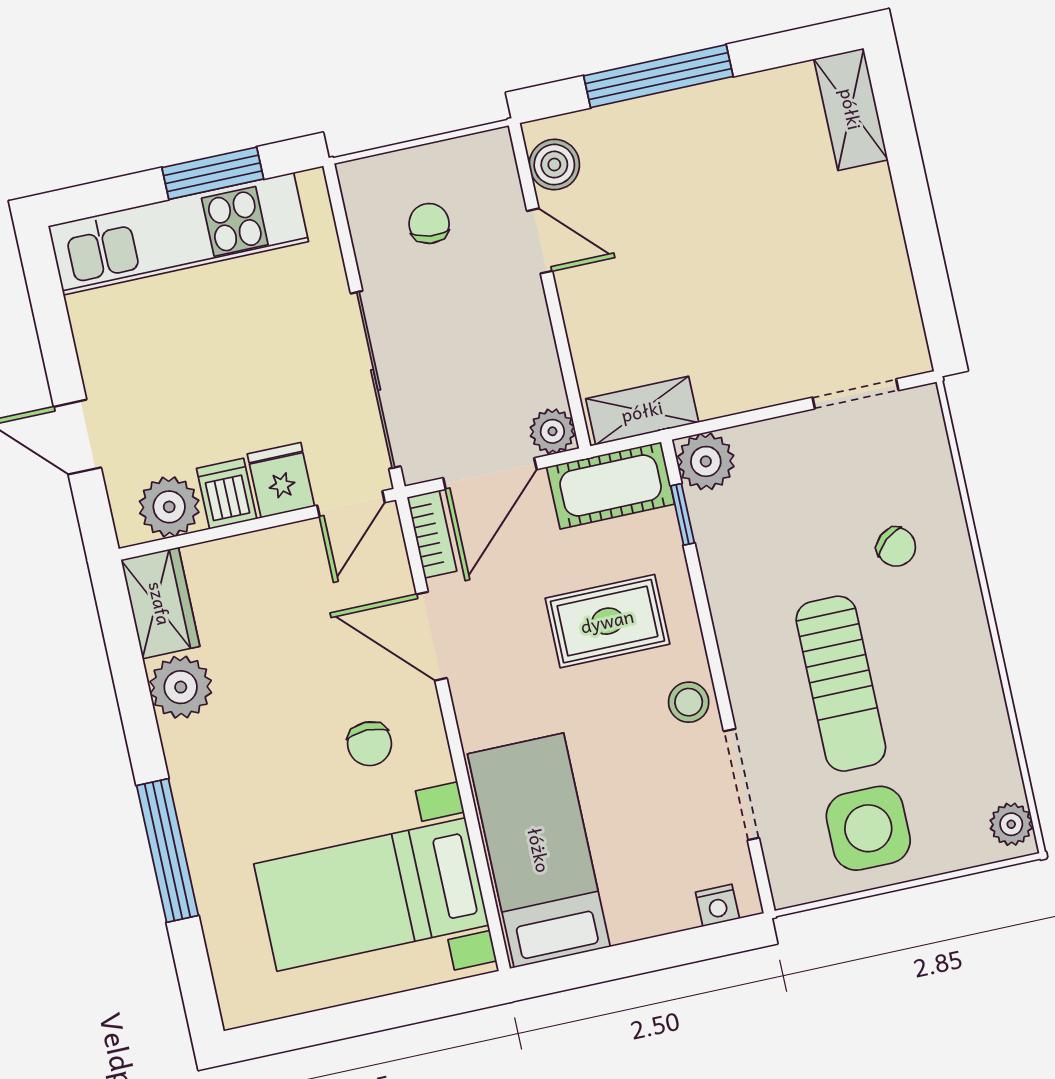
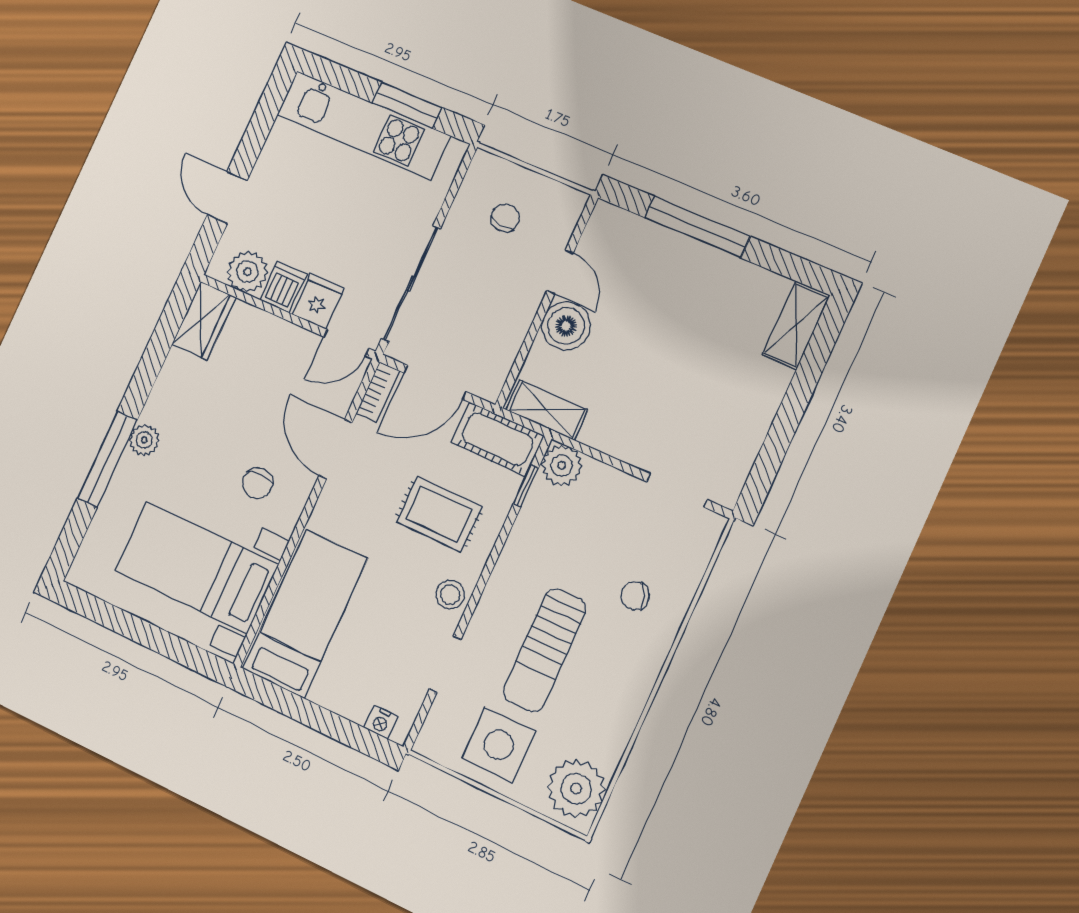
boiler: (554, 165) -> (566, 326), moved, width x1.36, depth x1.36
plant: (552, 431) -> (488, 384), removed
chair: (896, 547) -> (635, 596), turned 108
plant: (181, 687) -> (144, 440), moved, width x0.73, depth x0.73
doorway: (741, 785) -> (445, 664), width x0.73
plant: (1011, 824) -> (576, 789), width x1.88, depth x1.88

